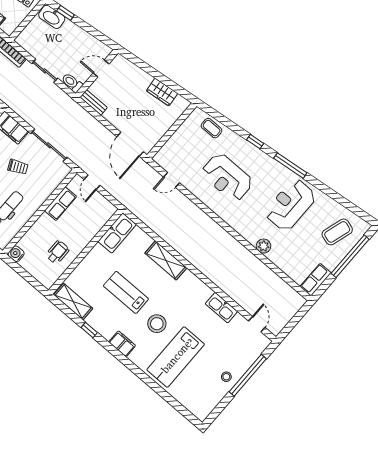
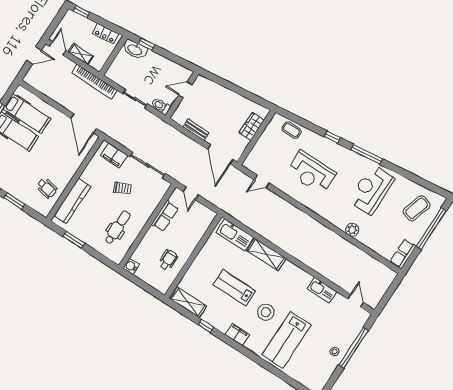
wardrobe: (162, 92) -> (252, 127), moved, turned 97
bench: (94, 102) -> (196, 130), moved
kitchen sink: (117, 233) -> (235, 235), moved, turned 90

